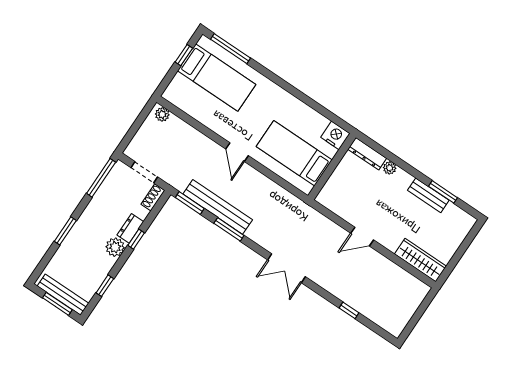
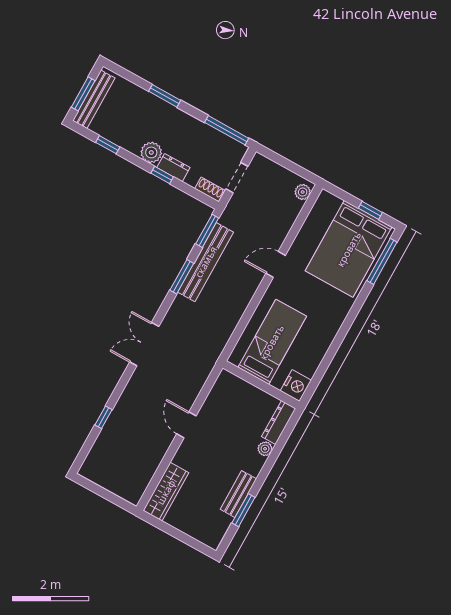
bed: (217, 78) -> (349, 249), width x1.50
door: (237, 152) -> (276, 264), moved

